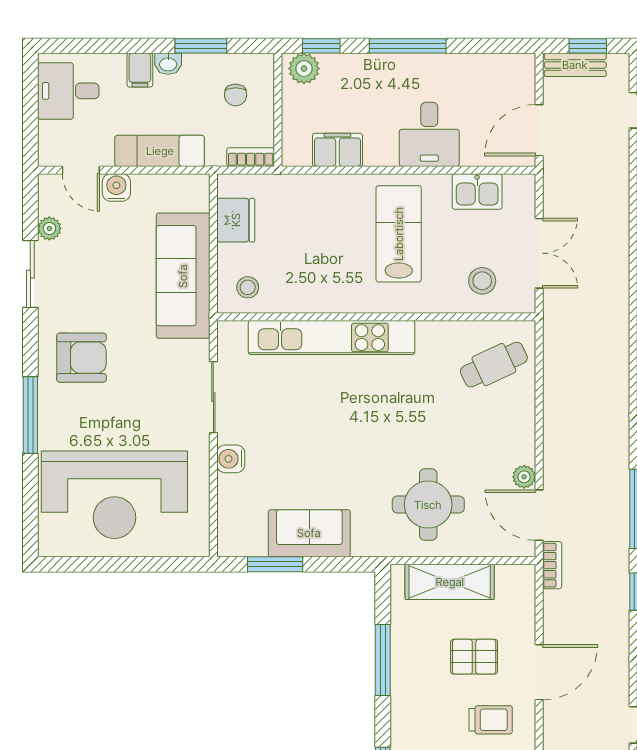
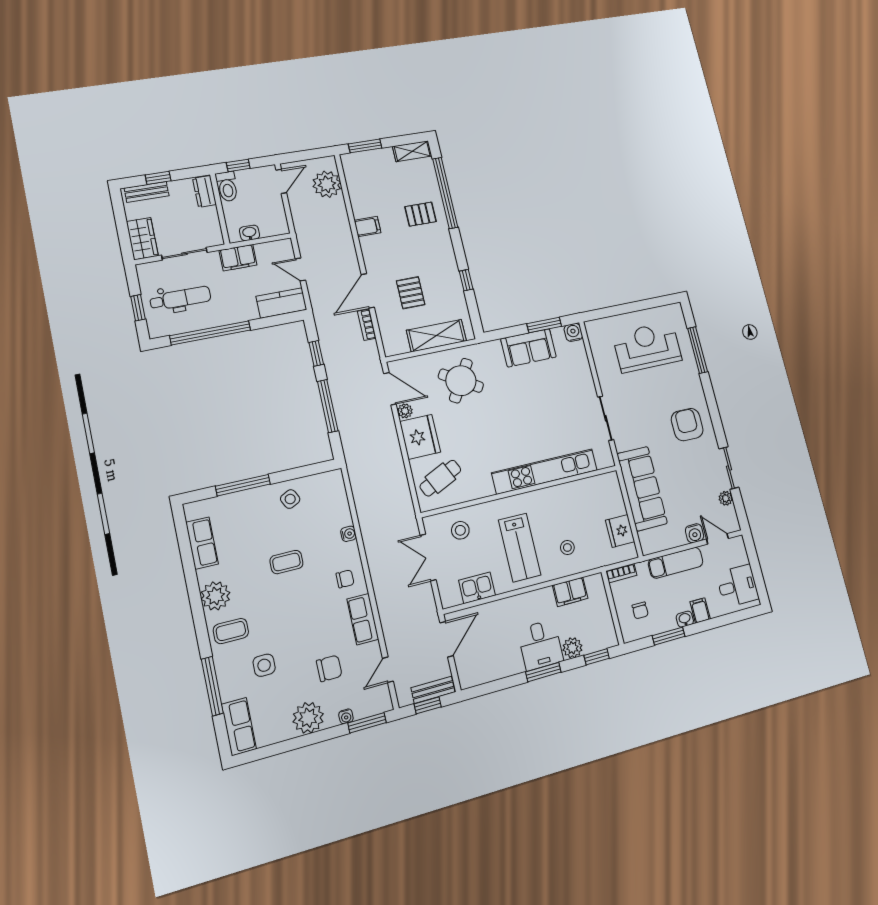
window: (408, 46) -> (543, 672), width x0.69
plant: (304, 69) -> (572, 648), moved
chair: (236, 95) -> (640, 610), turned 180
desk: (429, 134) -> (540, 645), moved, turned 180
stool: (248, 287) -> (567, 548), moved
armchair: (81, 358) -> (687, 425), turned 90
window: (30, 415) -> (698, 350), moved
fridge: (510, 433) -> (420, 437), added
water cooler: (231, 459) -> (573, 332), moved, turned -90
reception desk: (114, 495) -> (647, 347), width x0.74, depth x0.77
round table: (428, 505) -> (461, 381), turned 31
bookcase: (552, 565) -> (367, 325), moved
pallet: (474, 657) -> (411, 293), turned 90
window: (383, 660) -> (466, 280), width x0.46
trolley: (491, 720) -> (391, 256), removed

